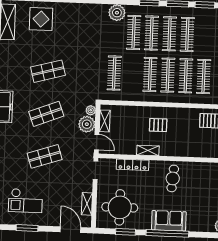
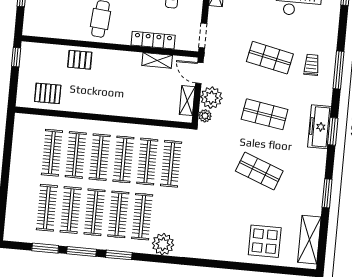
clothes rail: (205, 35) -> (47, 208), added
shop shelf: (48, 71) -> (259, 171), turned 36
clothes rail: (132, 74) -> (147, 162), added
shop shelf: (46, 114) -> (265, 114), turned 30
pallet: (158, 125) -> (80, 60), moved
shelving: (148, 151) -> (157, 60), moved
trolley: (13, 153) -> (311, 65), added
shop shelf: (45, 156) -> (270, 58), turned 30

